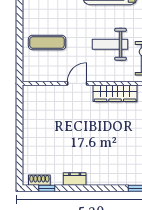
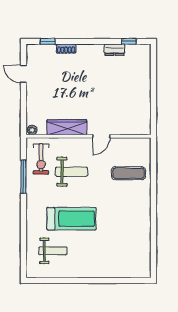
dresser: (75, 179) -> (114, 50), moved
shoe rack: (39, 180) -> (66, 49), moved

